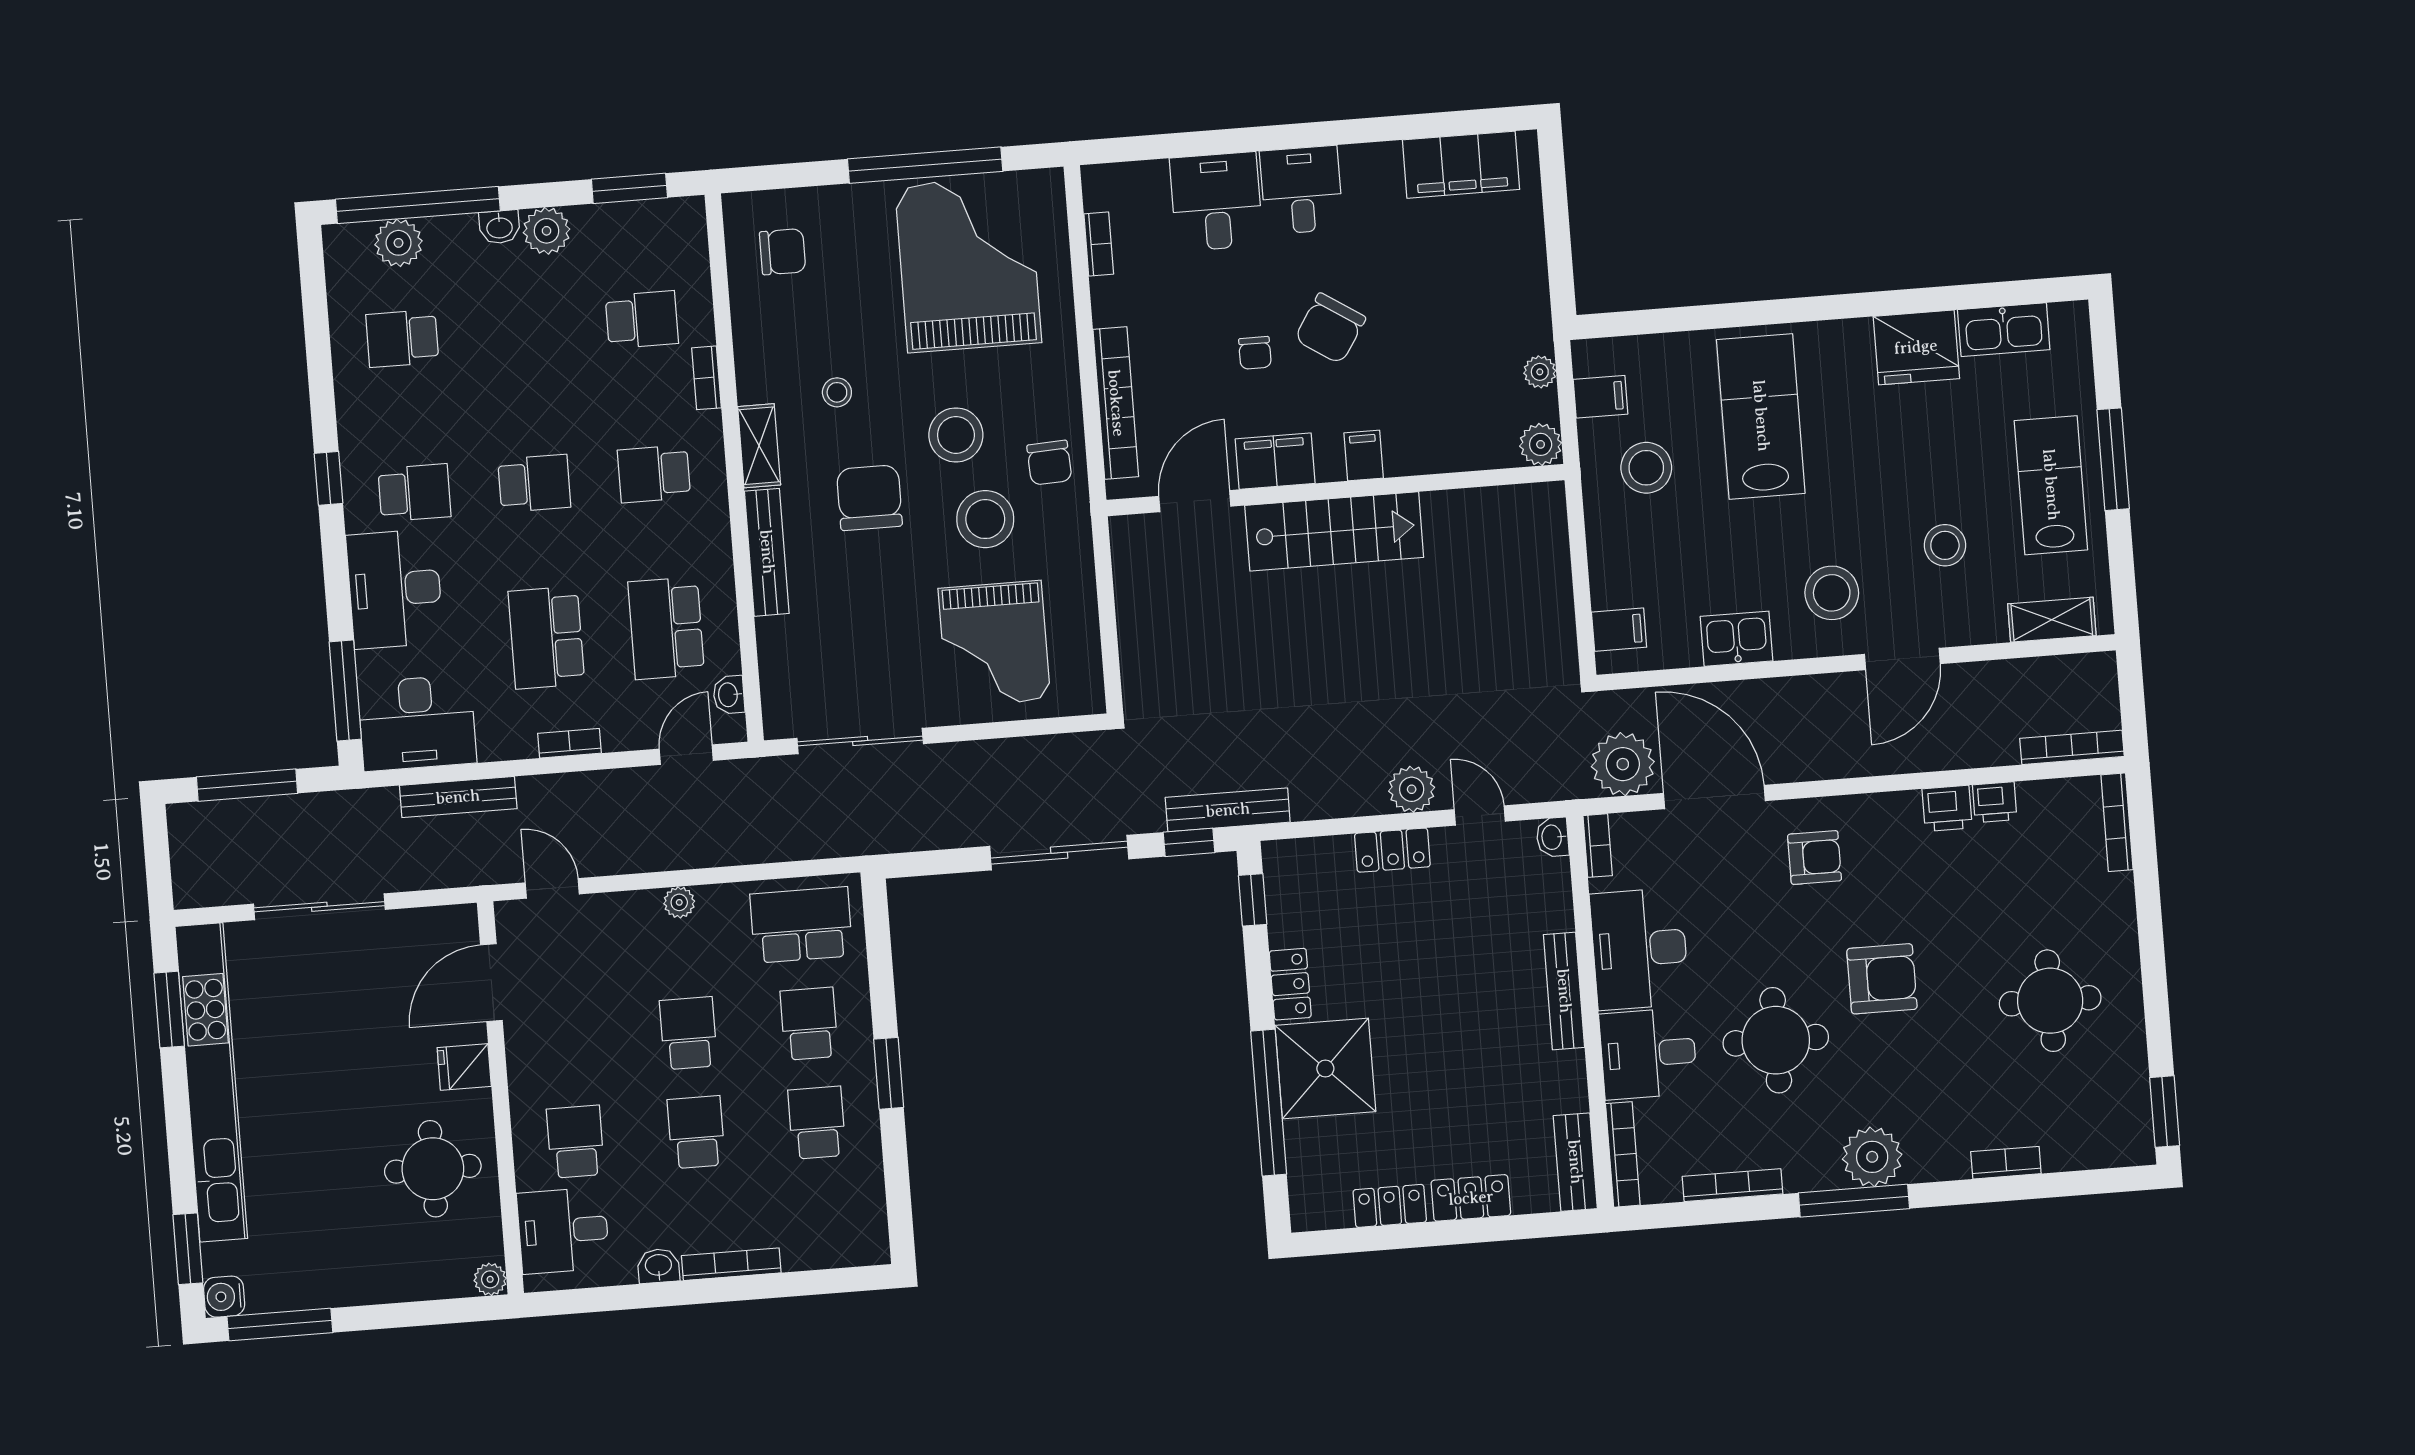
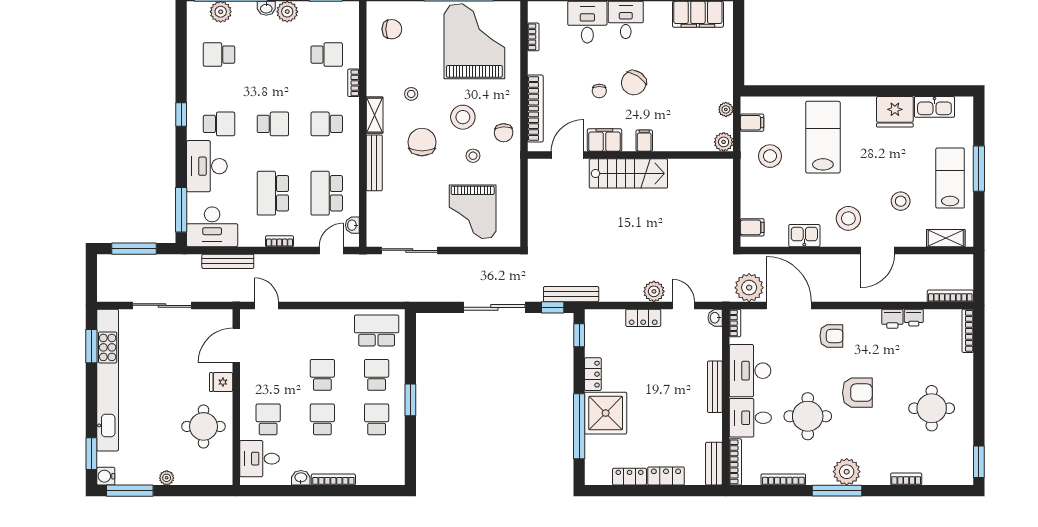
stool: (985, 519) -> (473, 156), width x0.53, depth x0.53
plant: (679, 902) -> (323, 316), removed
plant: (490, 1279) -> (167, 478), moved

